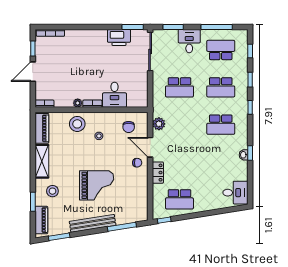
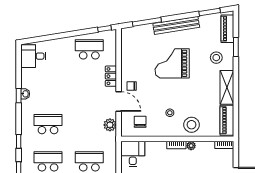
desk: (115, 95) -> (133, 154), moved

